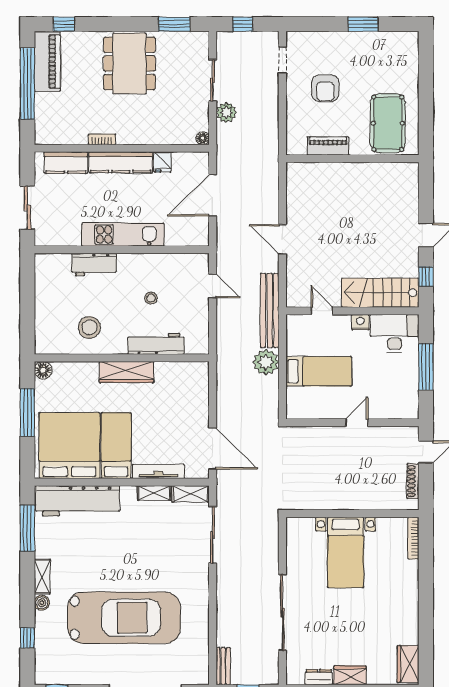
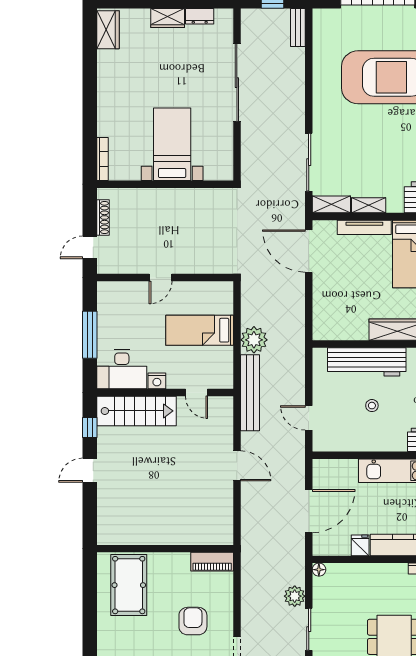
piano: (328, 146) -> (212, 562), moved
workbench: (156, 344) -> (367, 362), width x1.36, depth x1.32

